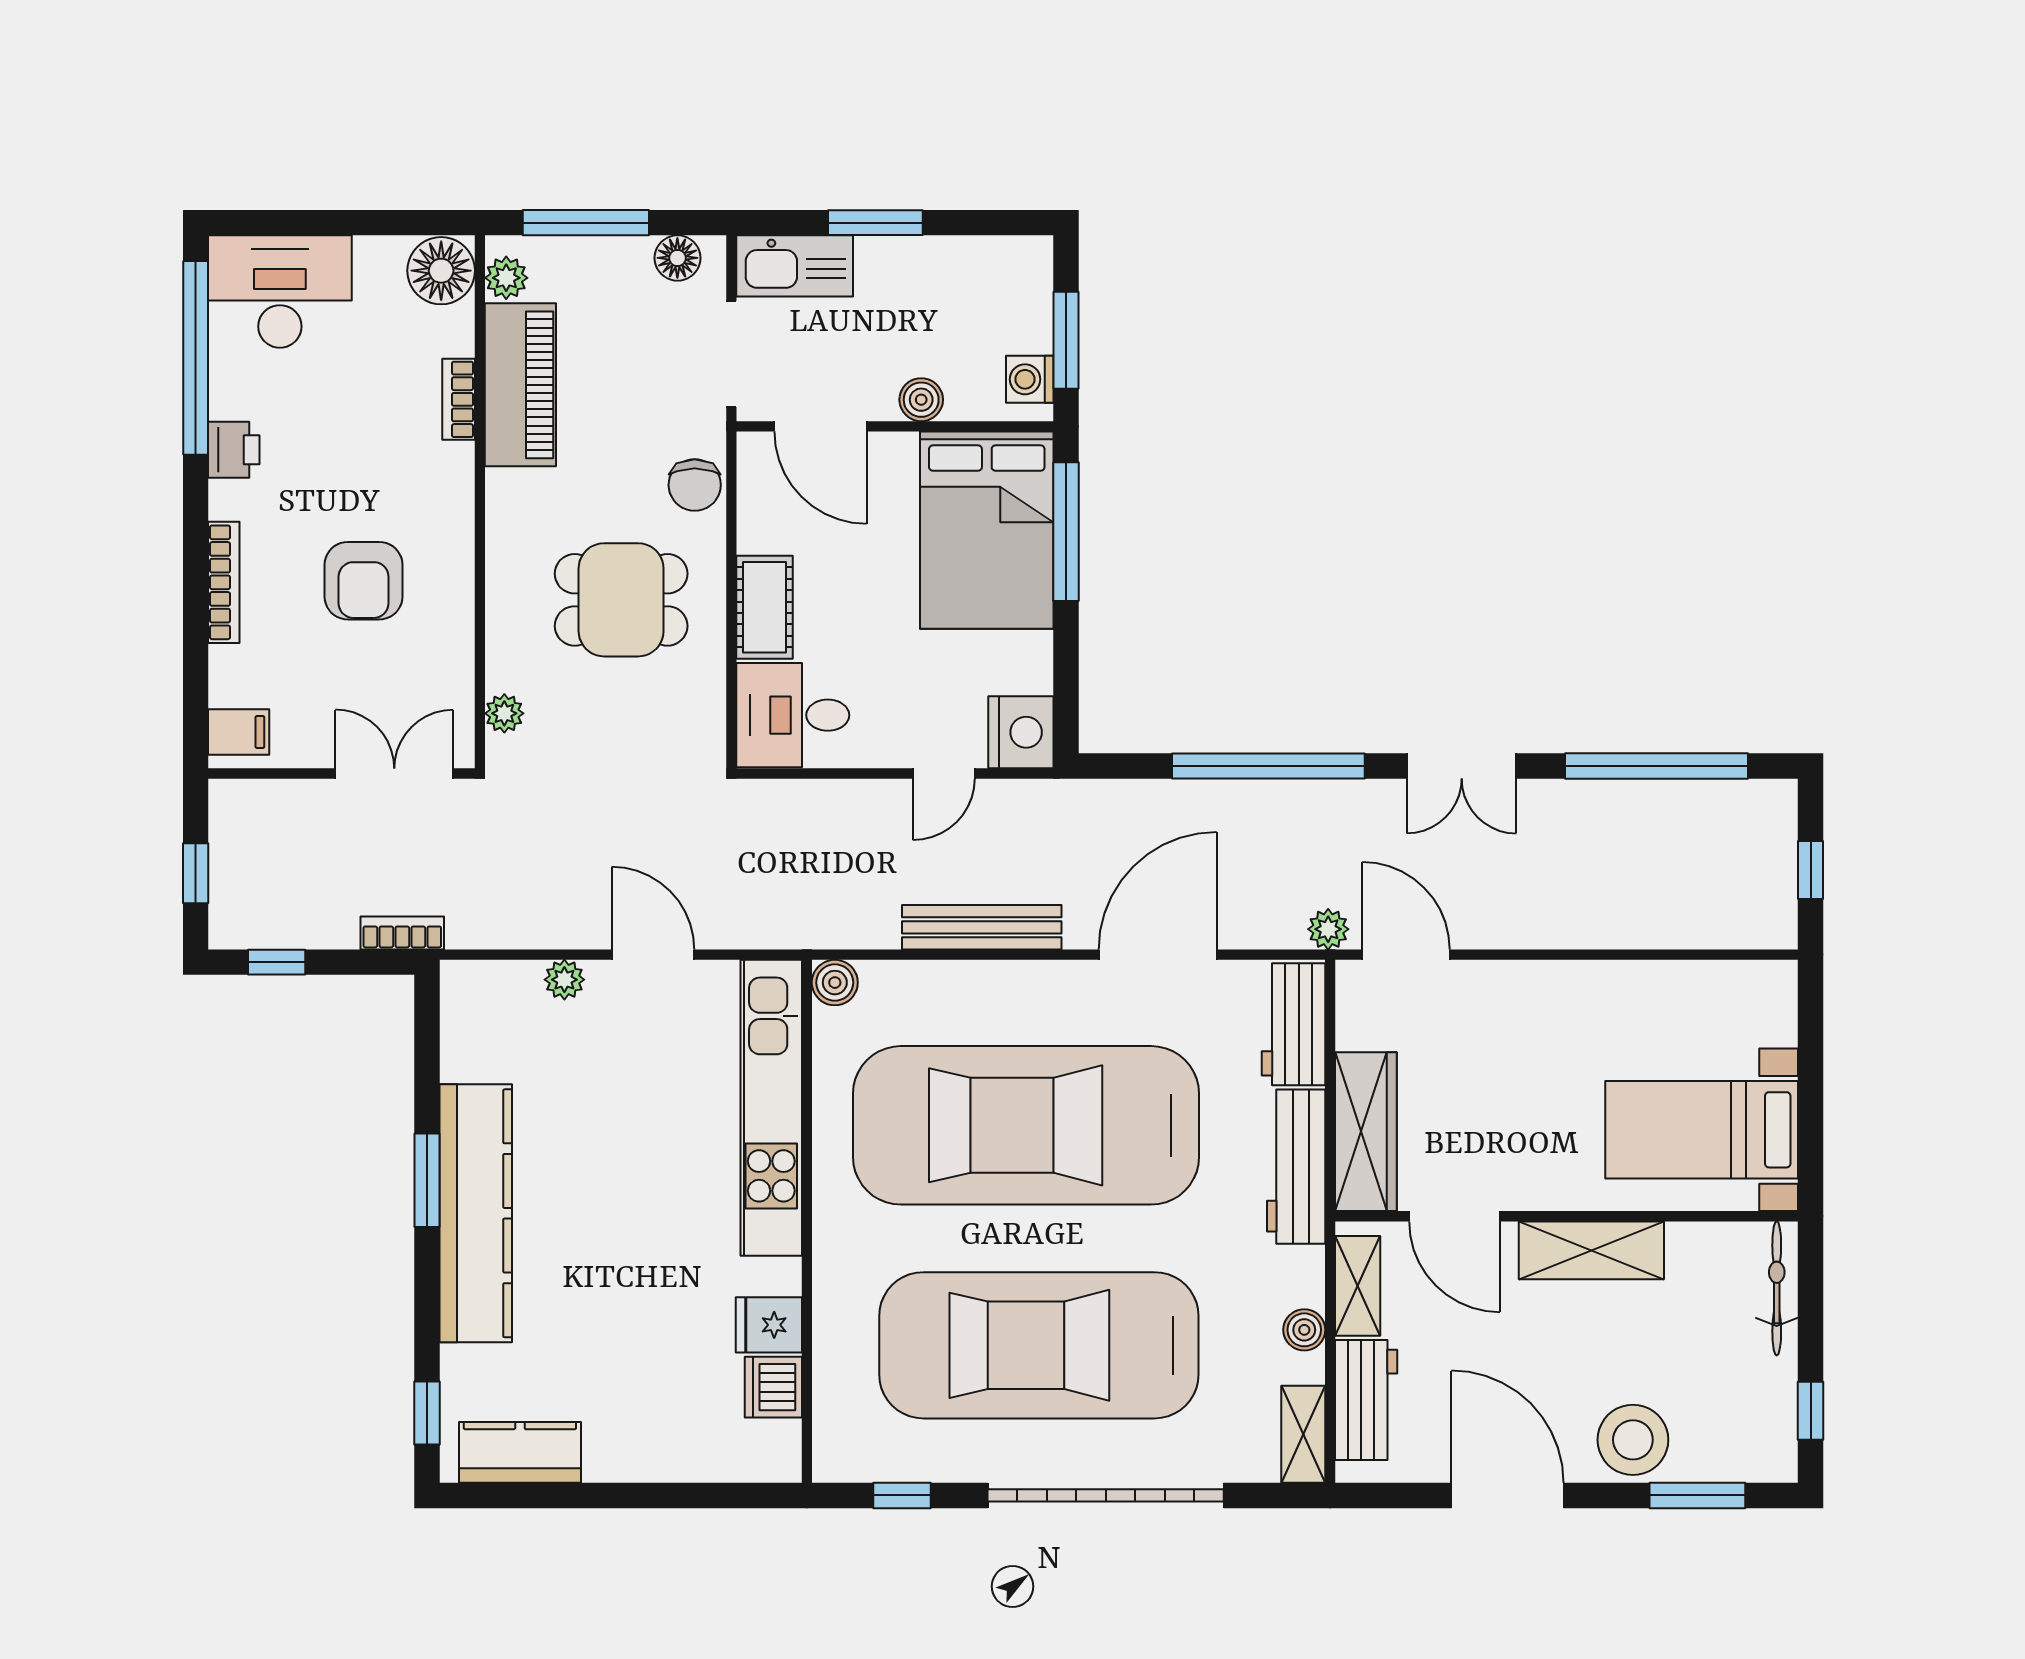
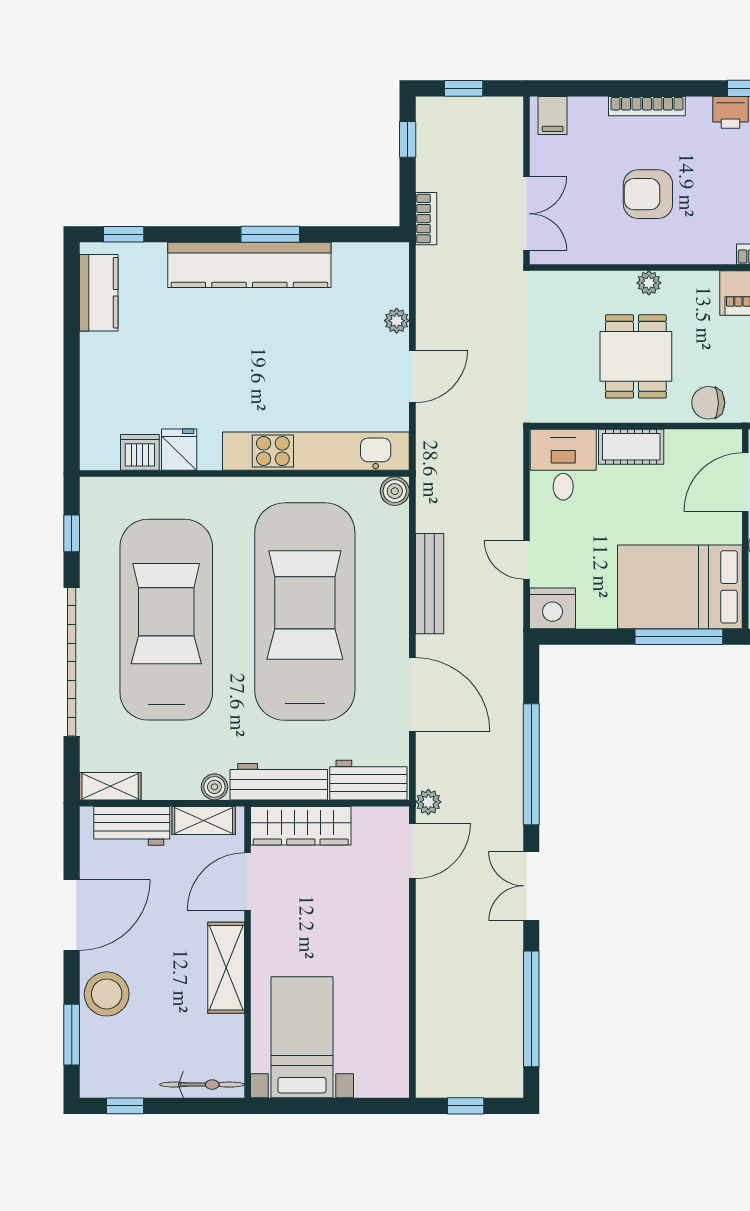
plant: (504, 713) -> (649, 283), moved
boiler: (1304, 1330) -> (214, 787), moved

